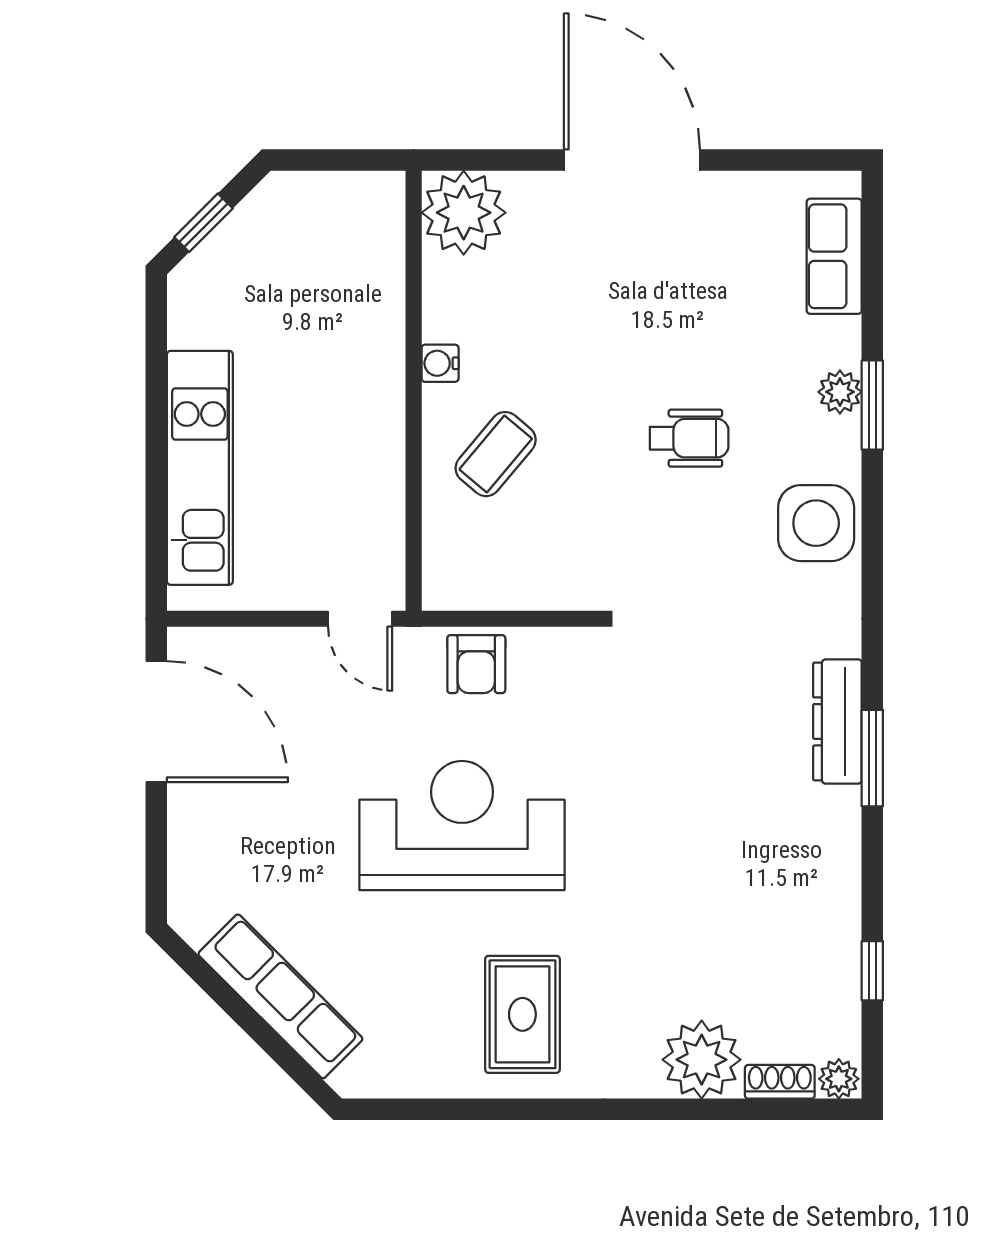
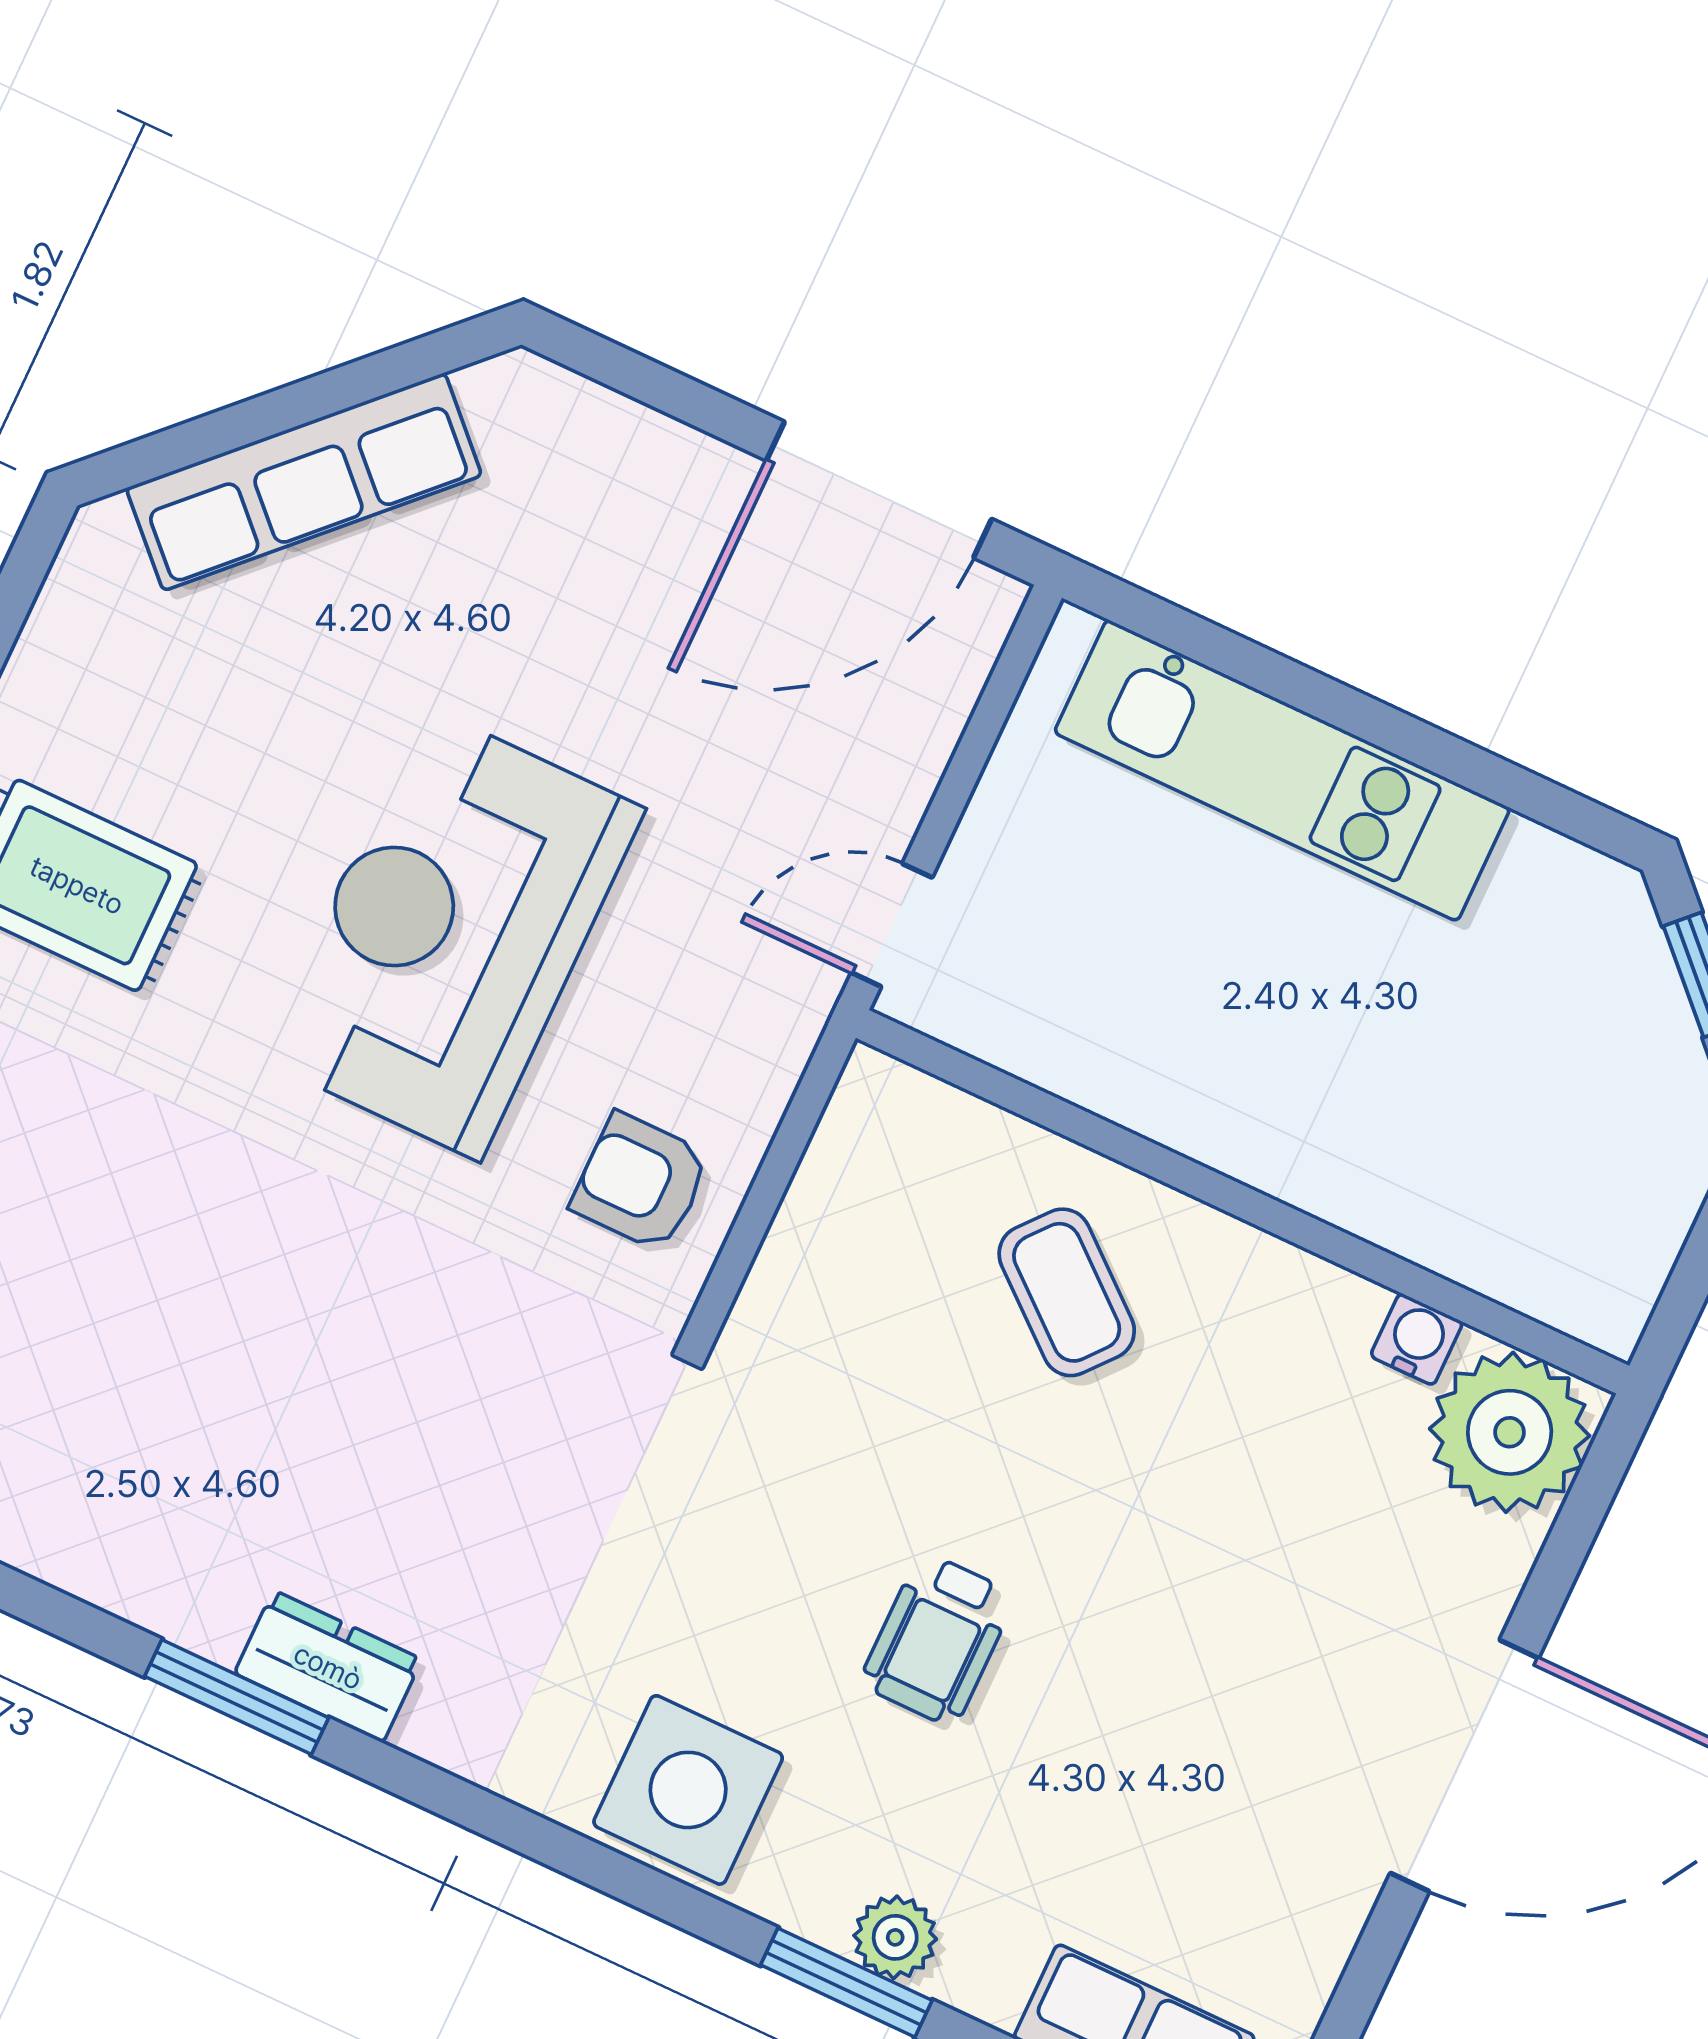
water cooler: (440, 363) -> (1417, 1339), moved
armchair: (476, 664) -> (641, 1182), moved
dresser: (837, 721) -> (328, 1666), width x0.70
reception desk: (462, 826) -> (452, 934), turned 180

